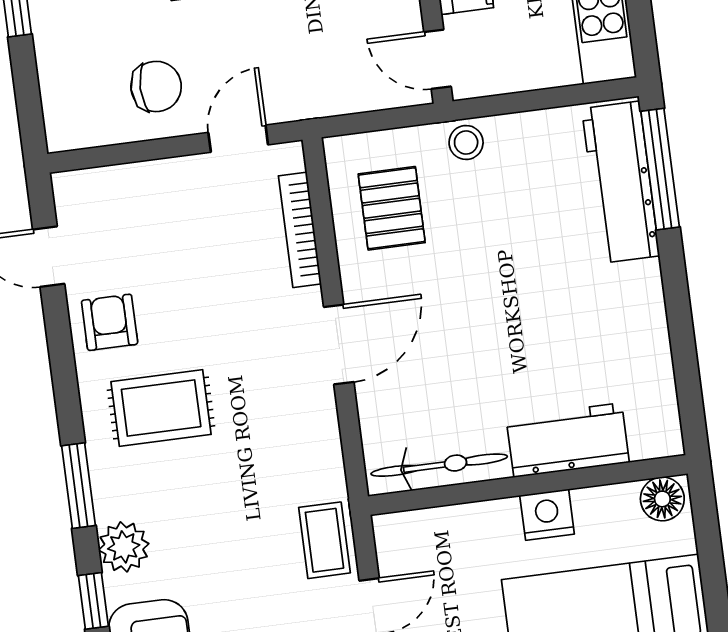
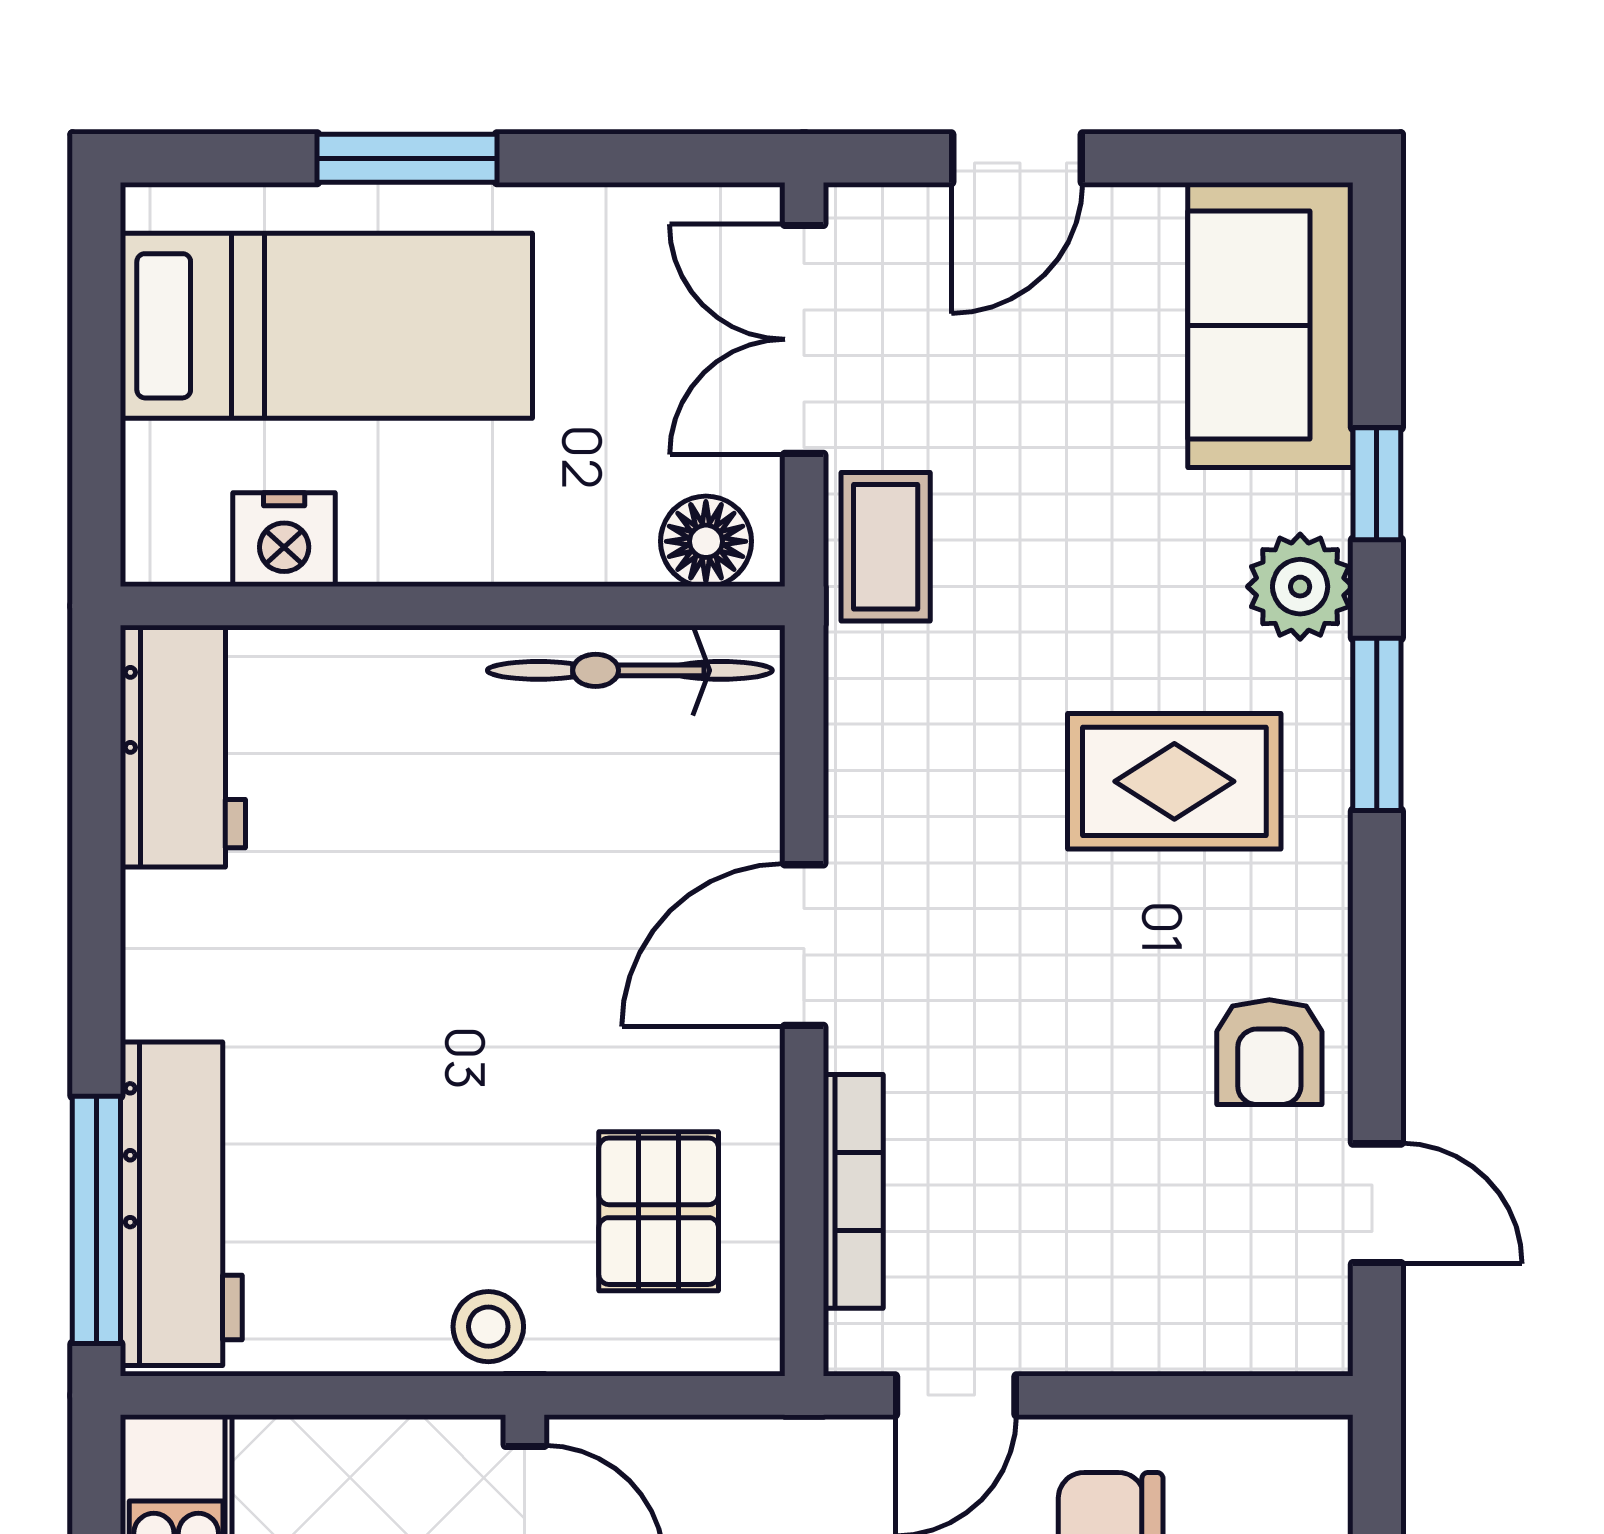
rug: (161, 408) -> (1174, 781), moved
workbench: (568, 440) -> (183, 746), moved, turned -90
floor lamp: (662, 499) -> (706, 541), moved
nightstand: (547, 515) -> (284, 540), moved

